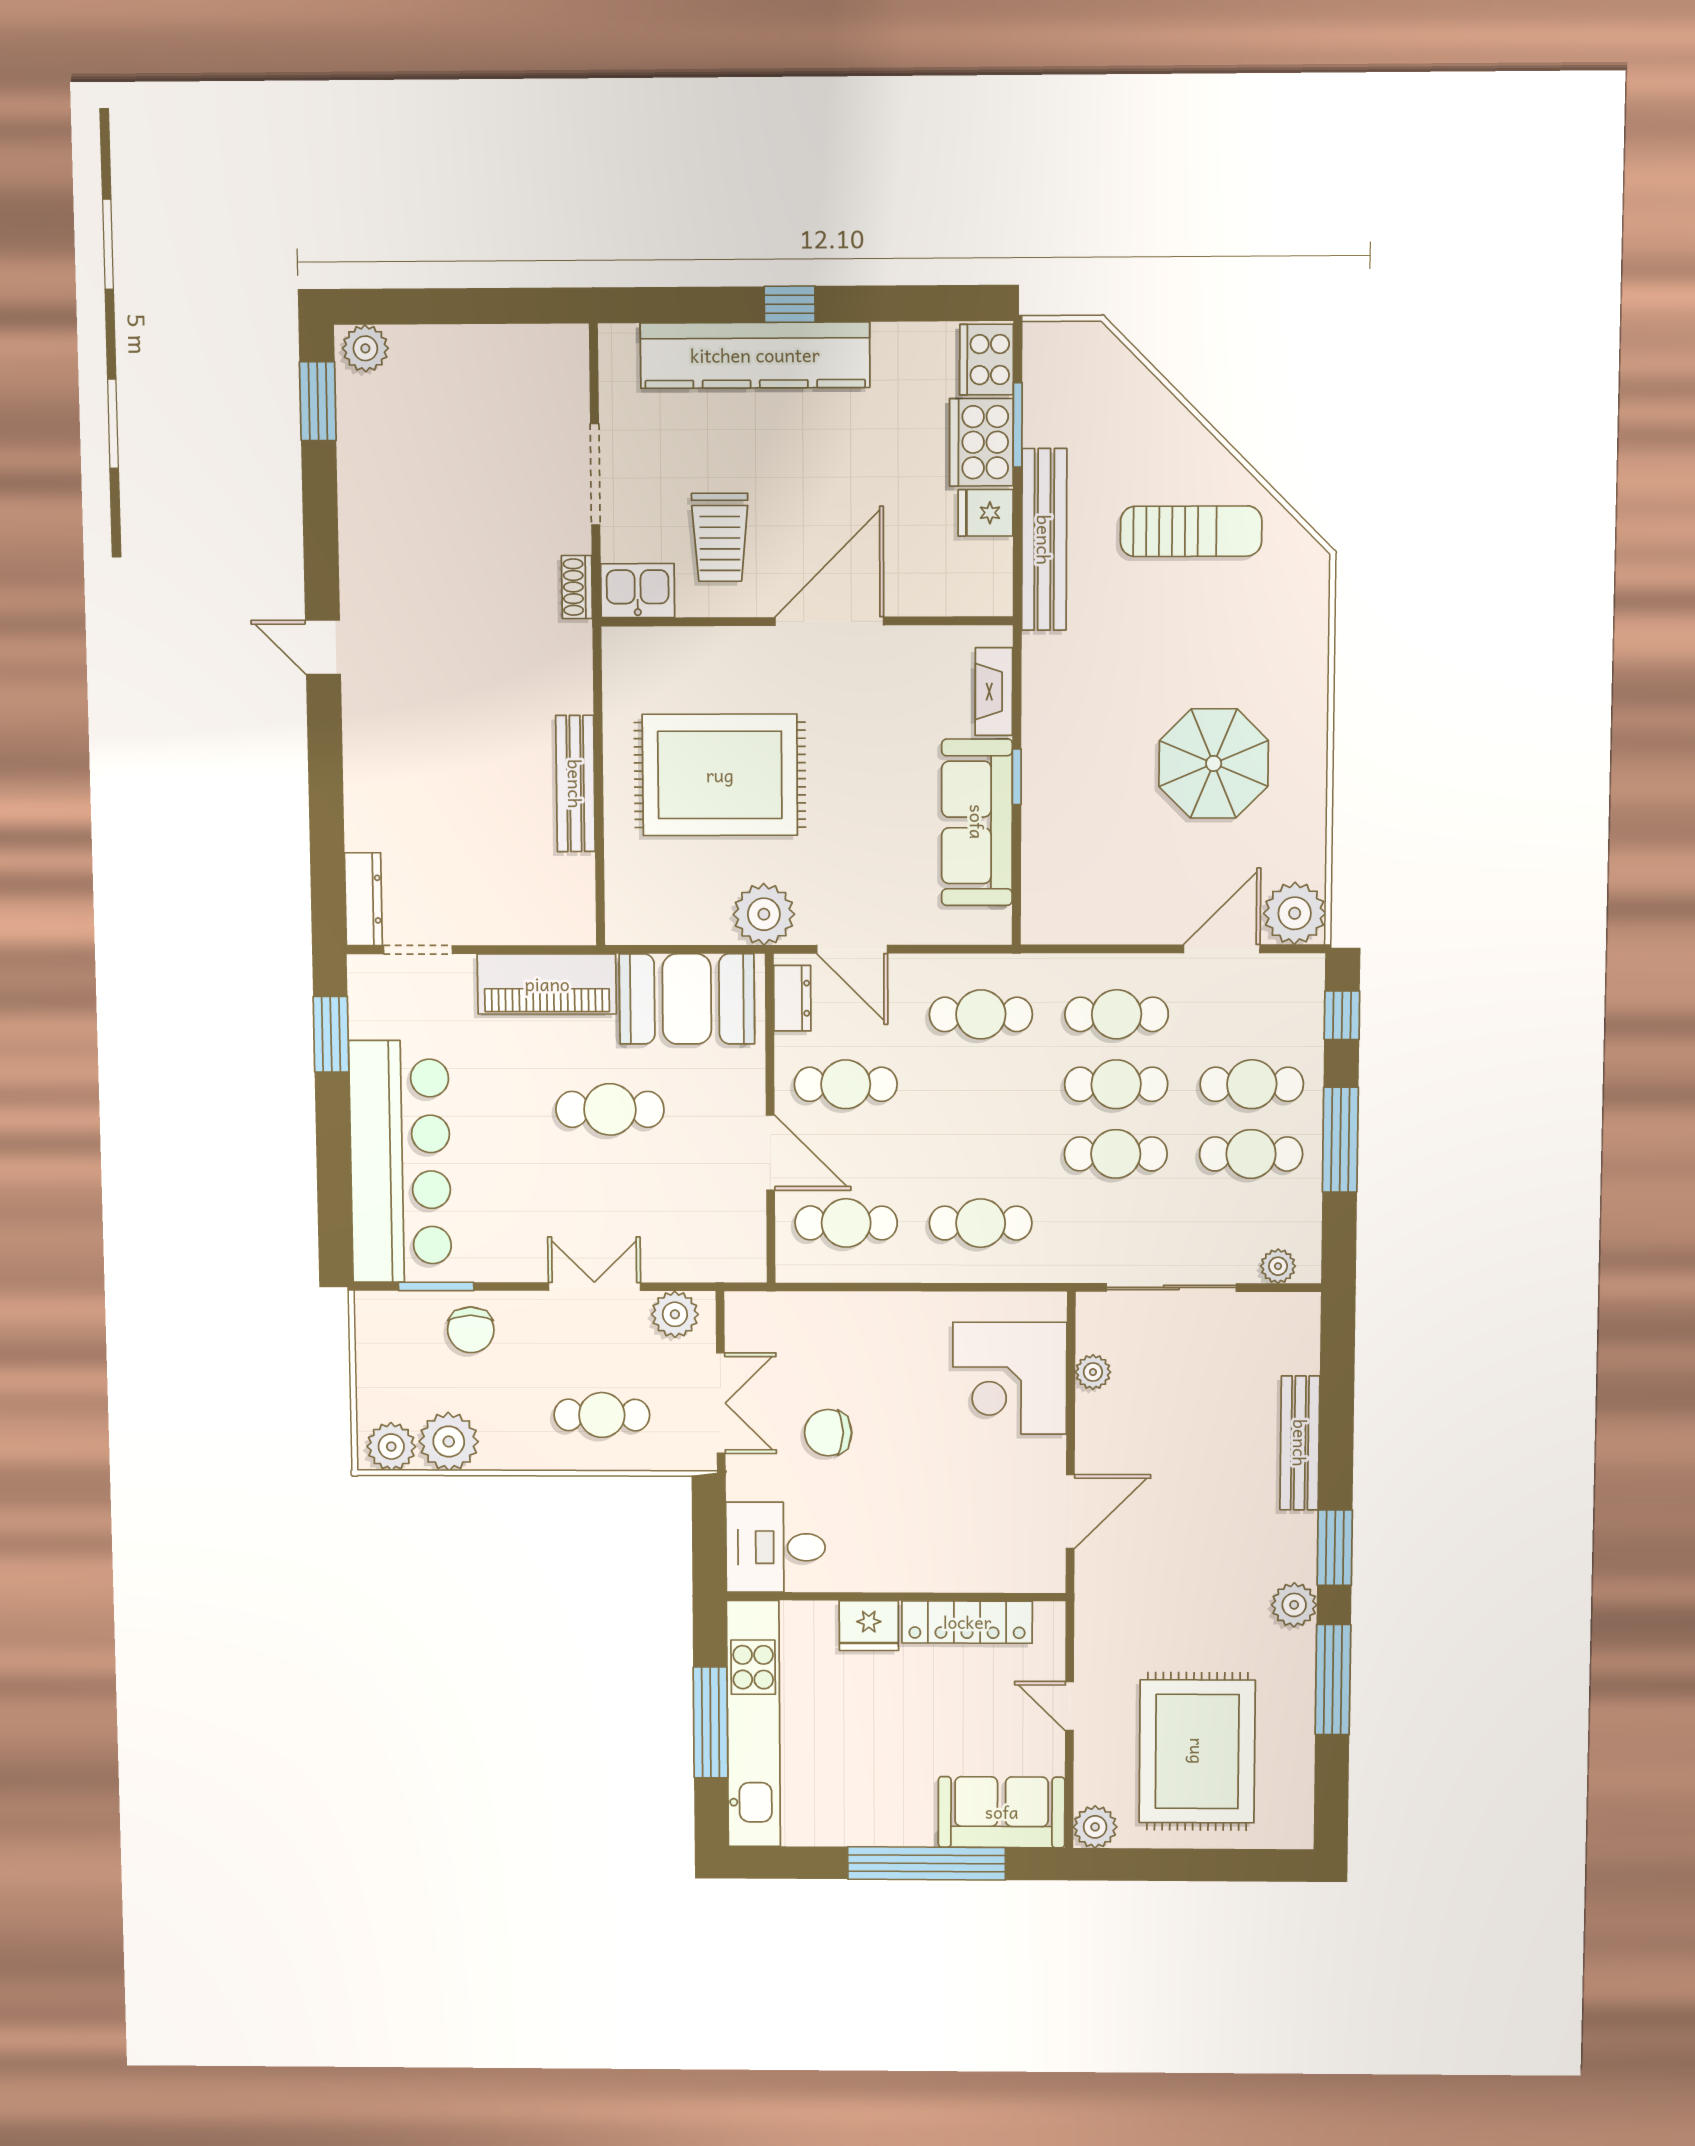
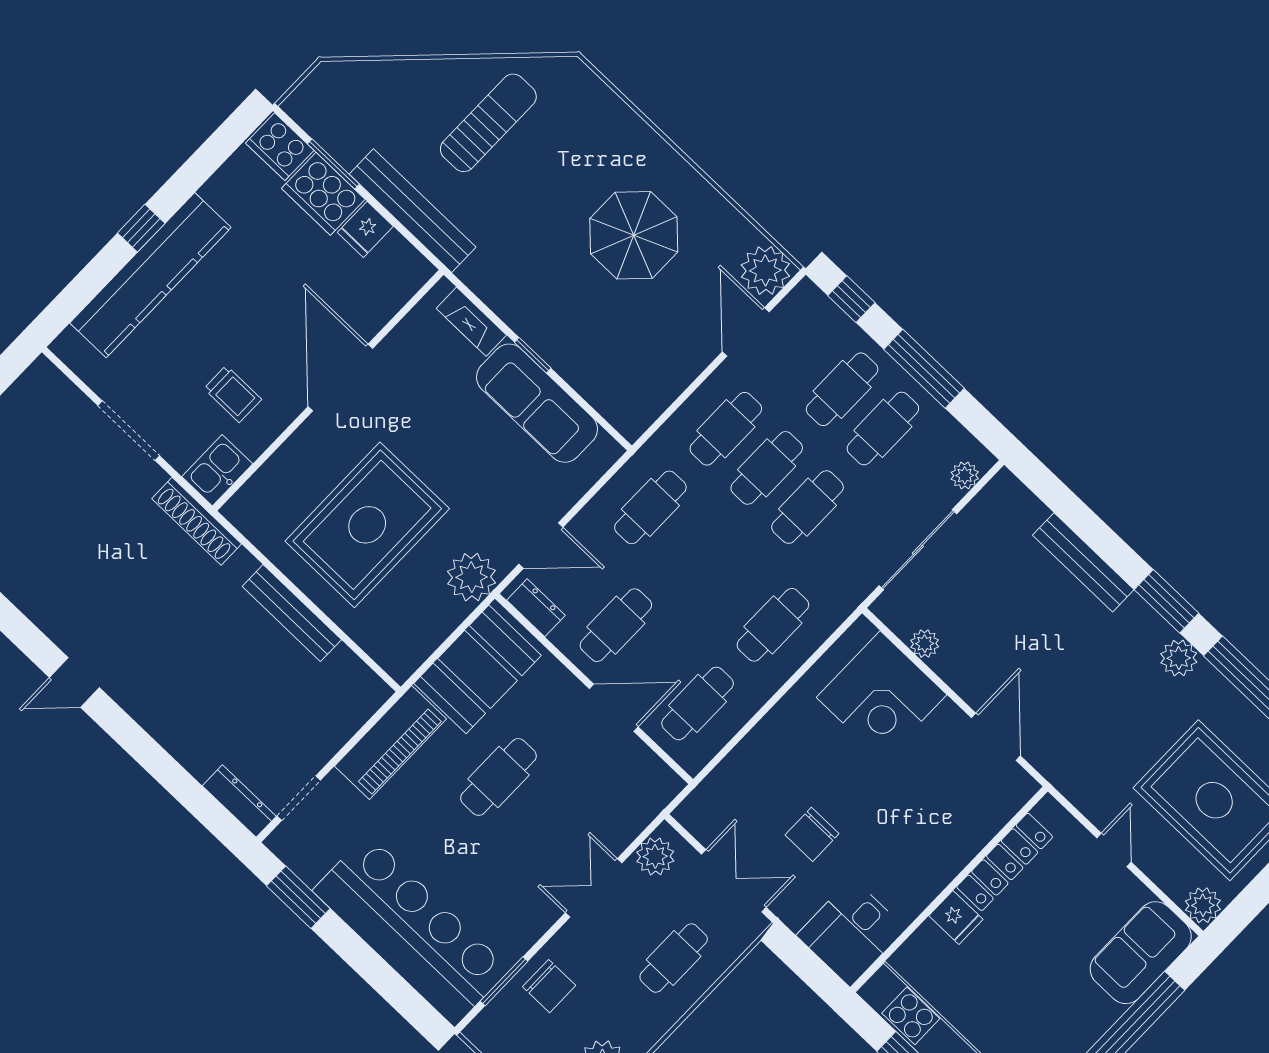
trolley: (720, 537) -> (233, 394), width x0.73, depth x0.72
shoe rack: (577, 587) -> (197, 521), width x1.94, depth x1.24
fridge: (869, 1626) -> (956, 917), width x0.72
door: (1069, 1706) -> (1114, 850), swing flipped

